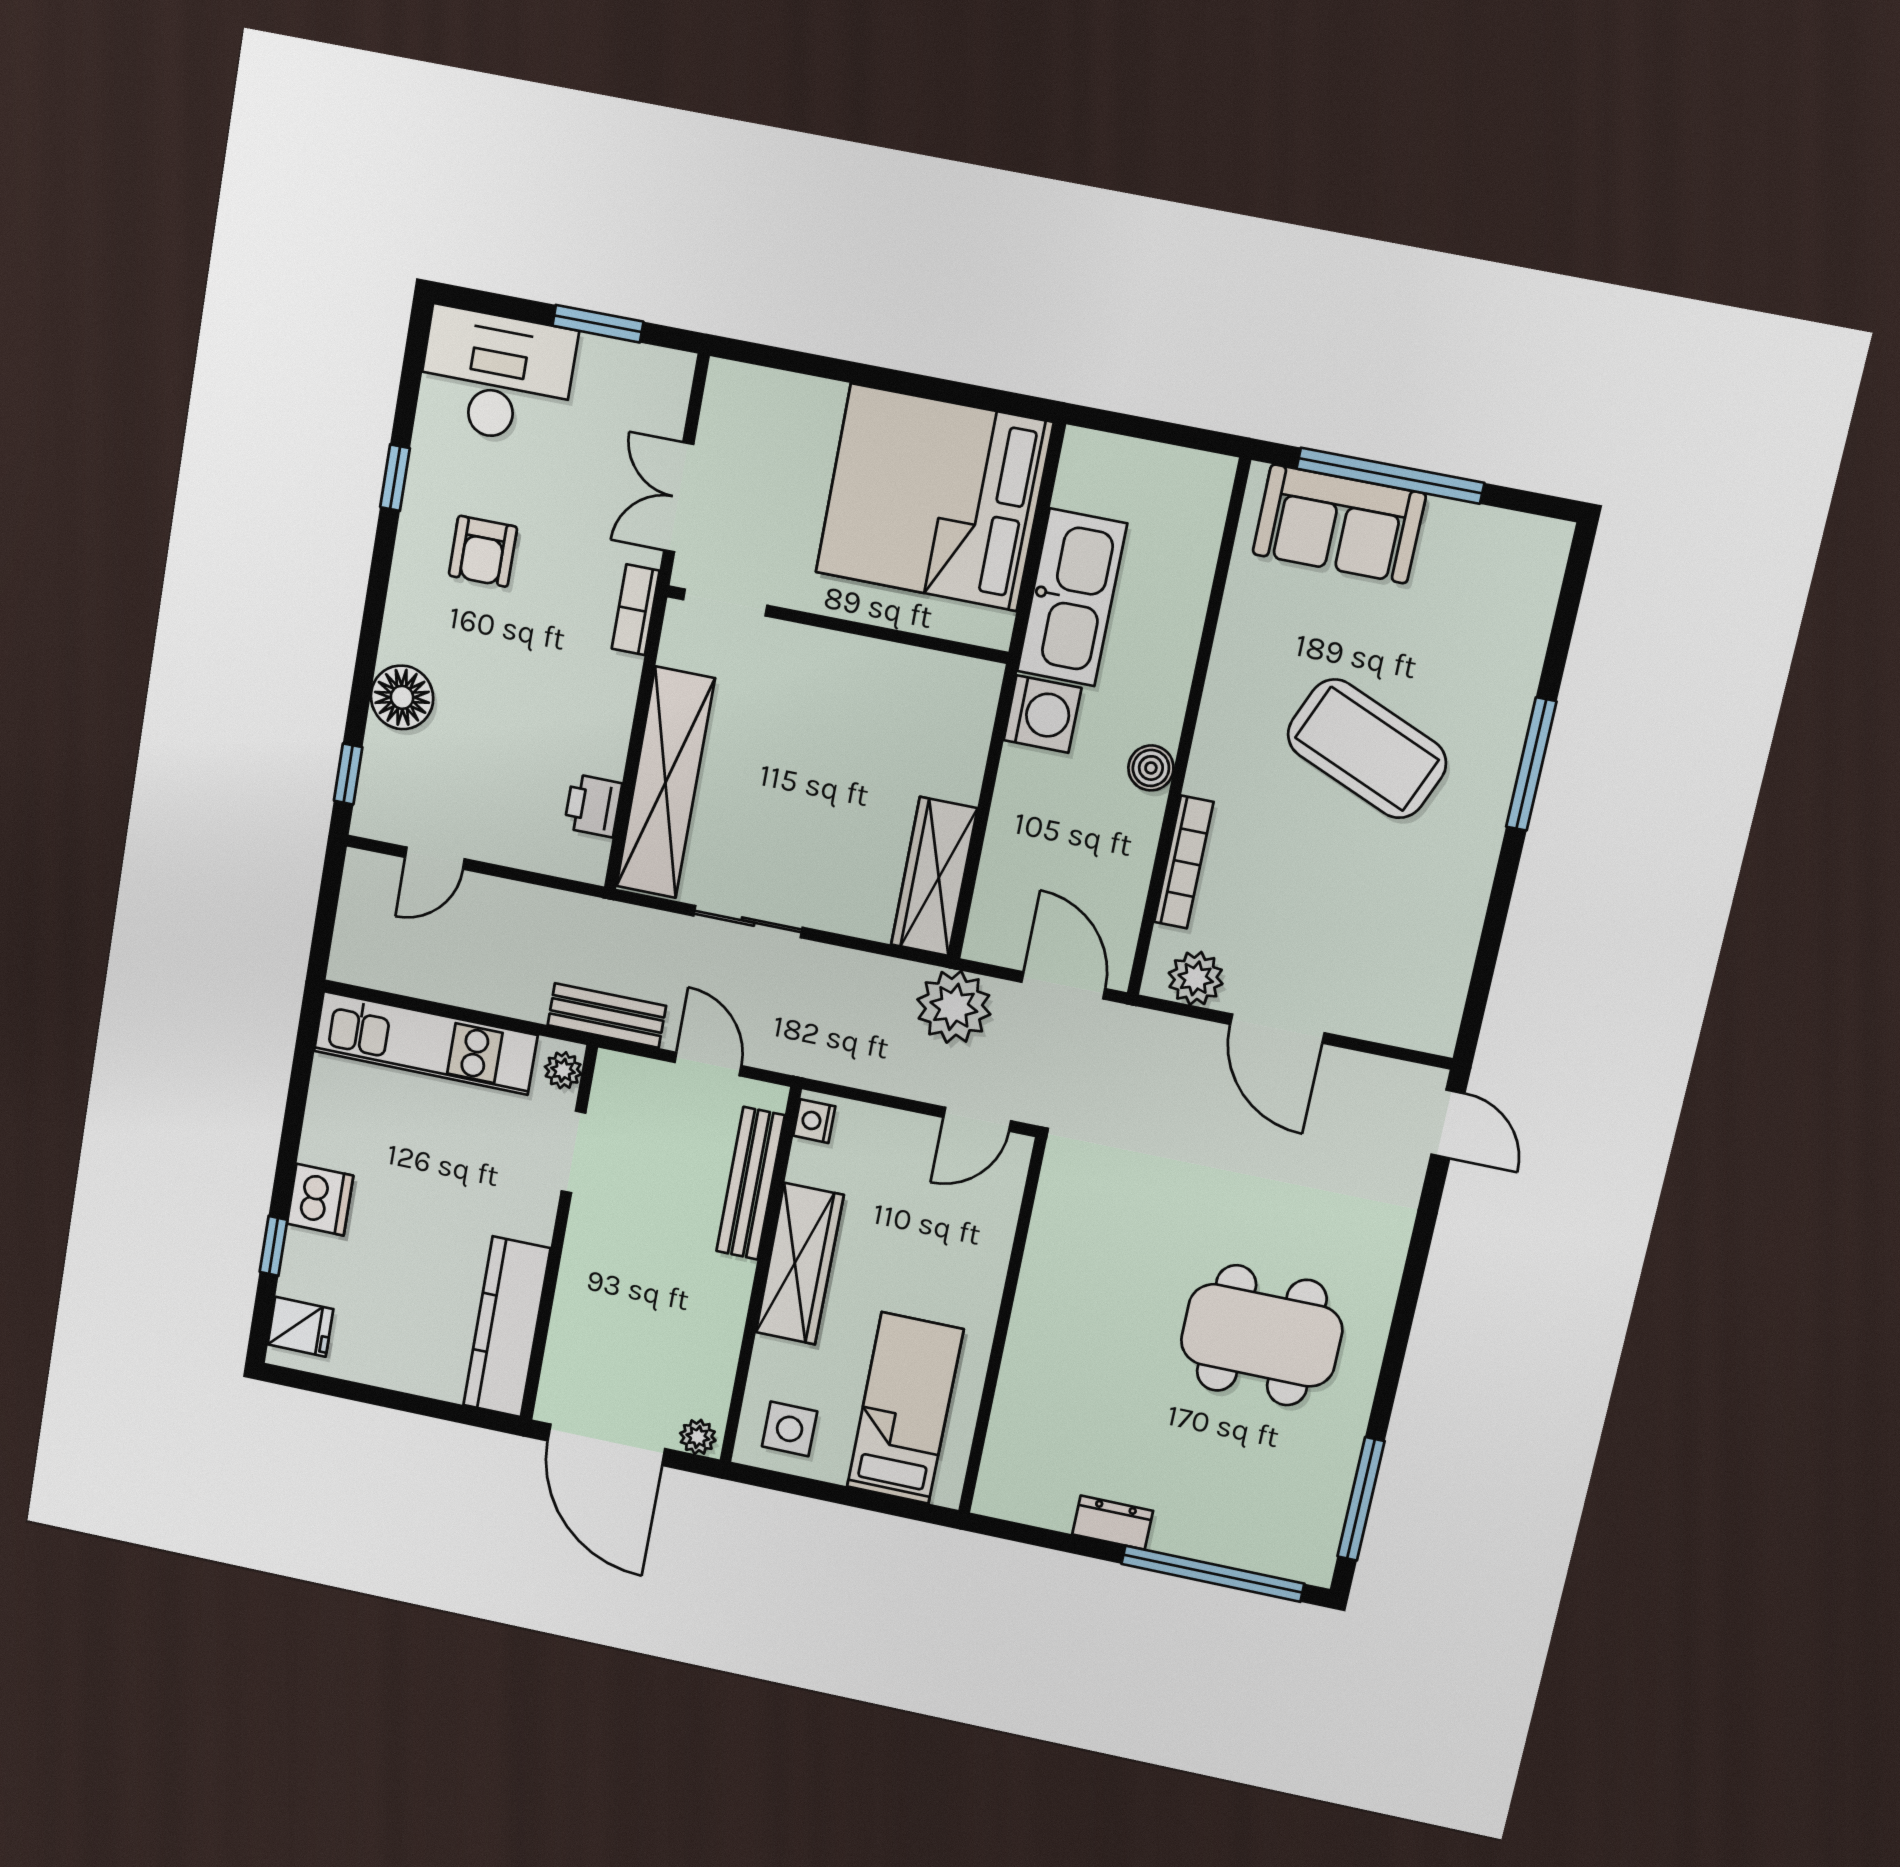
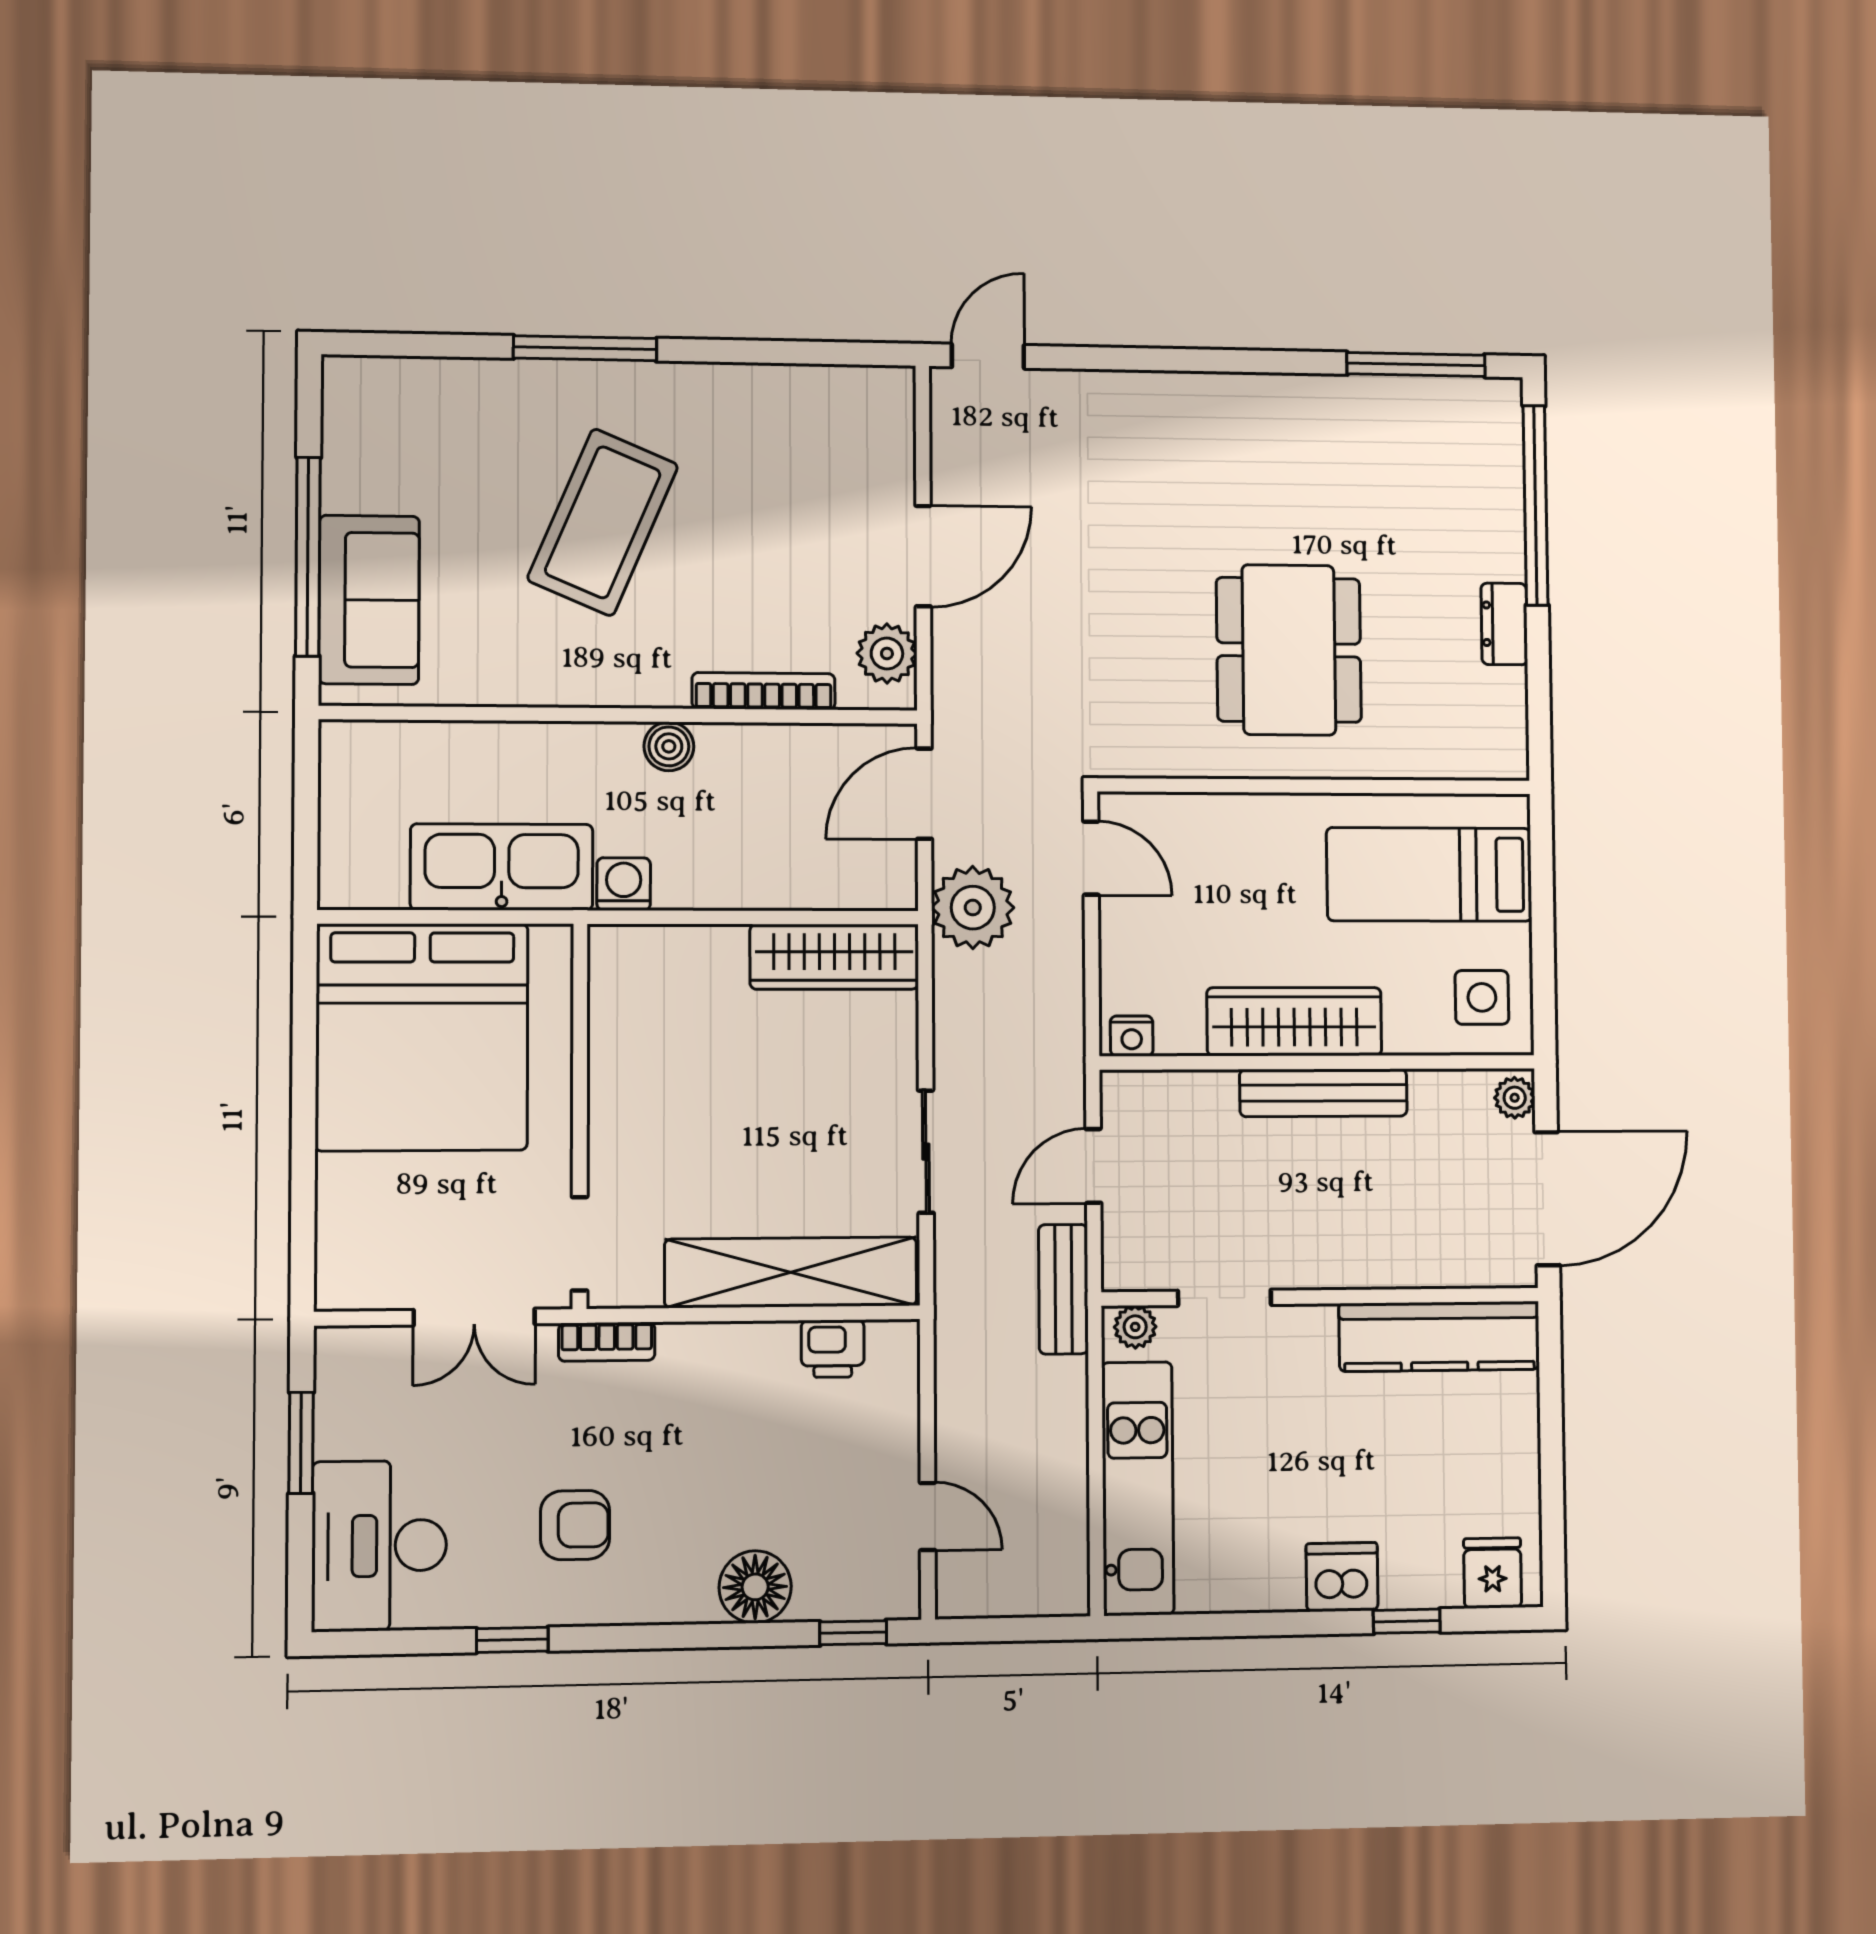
washing machine: (1042, 714) -> (624, 884), width x0.73, depth x0.73
bench: (751, 1183) -> (1323, 1093), moved
dining table: (1262, 1335) -> (1289, 650), moved

